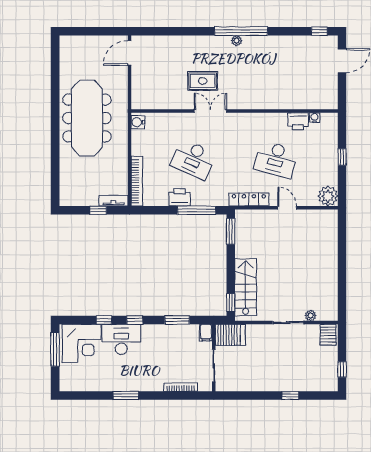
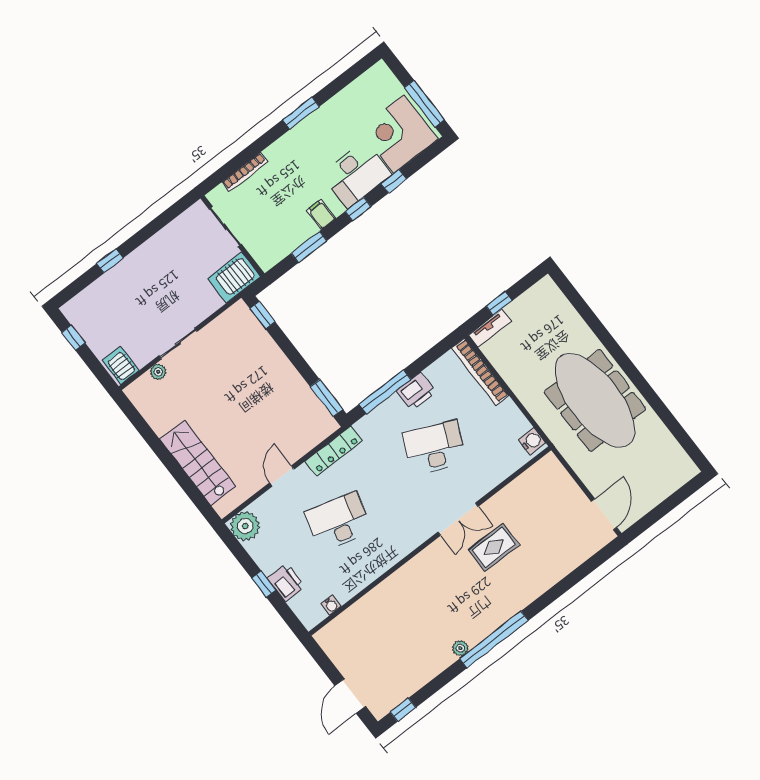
plant: (236, 41) -> (460, 648), moved
printer: (298, 121) -> (286, 582), moved, turned 90
door: (287, 208) -> (282, 476), swing flipped
stairs: (246, 287) -> (198, 463), moved, turned 180
filing cabinet: (206, 333) -> (321, 214), moved

